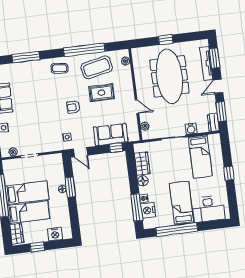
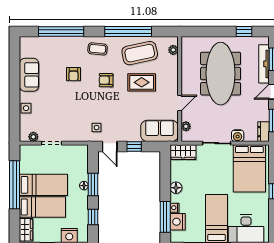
window: (166, 40) -> (244, 32), moved
window: (26, 57) -> (61, 32), width x1.46
armchair: (41, 93) -> (73, 74), added
armchair: (73, 107) -> (106, 80), moved
door: (137, 107) -> (180, 103), hinge flipped
sofa: (111, 135) -> (159, 131), moved
window: (116, 148) -> (134, 147), moved
bed: (200, 157) -> (249, 168), width x1.50
wardrobe: (142, 163) -> (183, 152), moved, turned 90
window: (74, 215) -> (93, 217), added

